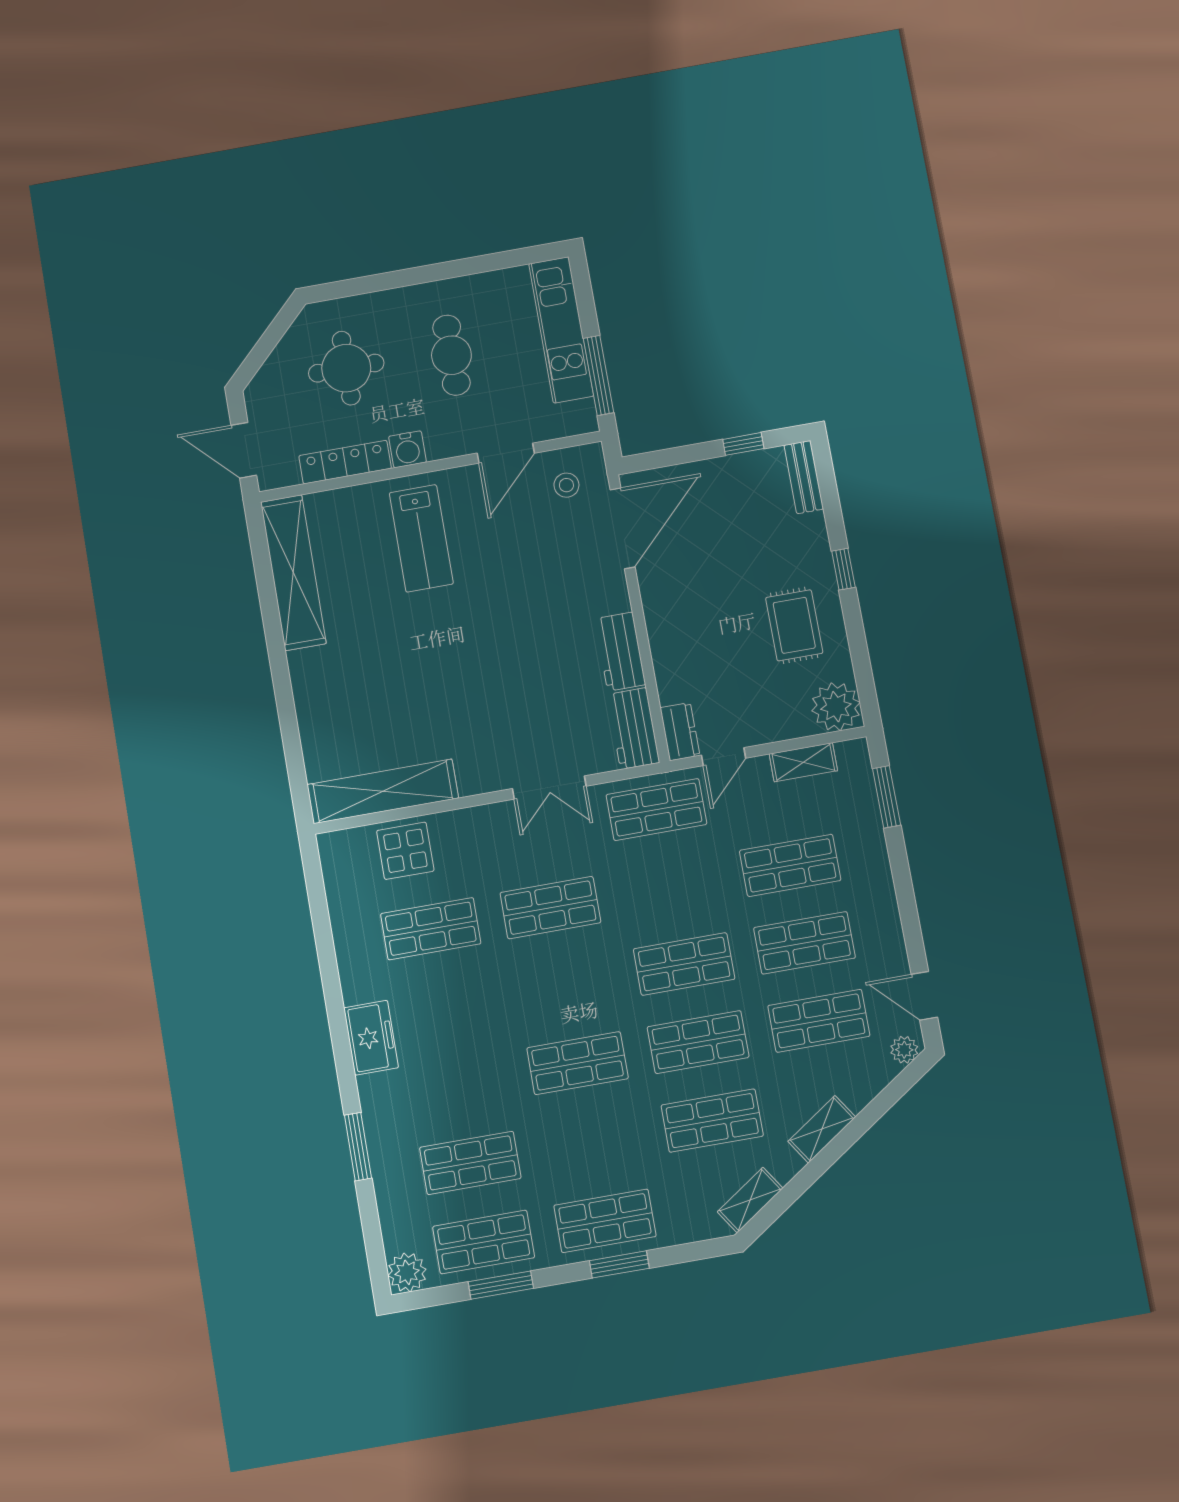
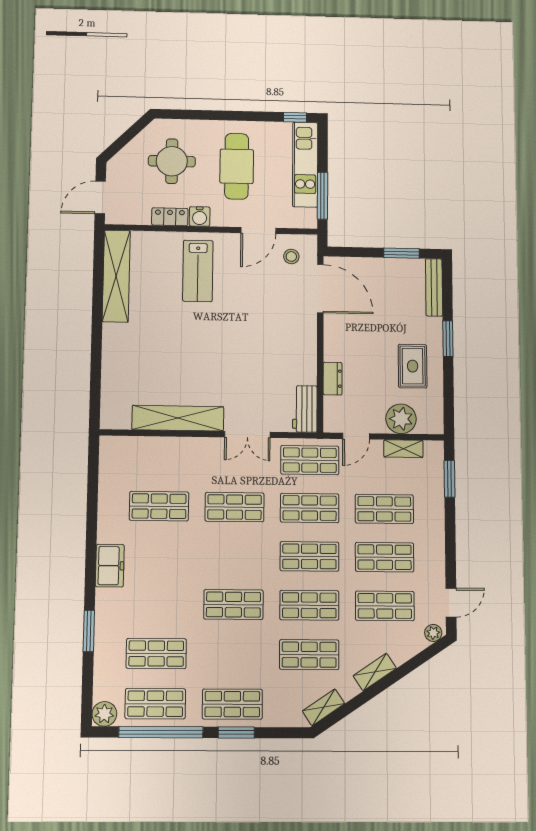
window: (530, 255) -> (295, 117), added
cafe table: (451, 355) -> (237, 166), width x1.37, depth x1.35
window: (743, 444) -> (402, 253), width x1.50
door: (244, 450) -> (100, 197), hinge flipped
locker: (345, 462) -> (170, 217), width x0.66
bench: (804, 477) -> (434, 287), width x1.36
door: (623, 528) -> (320, 289), hinge flipped
window: (843, 569) -> (448, 339), width x1.50
workbench: (620, 652) -> (305, 362), removed
plant: (836, 707) -> (401, 419), moved
dresser: (680, 732) -> (333, 379), moved
shelving: (383, 791) -> (178, 418), moved
display table: (405, 851) -> (152, 456), removed
shop shelf: (670, 887) -> (310, 508), added
door: (924, 996) -> (451, 603), swing flipped
window: (501, 1285) -> (161, 732), width x2.11

